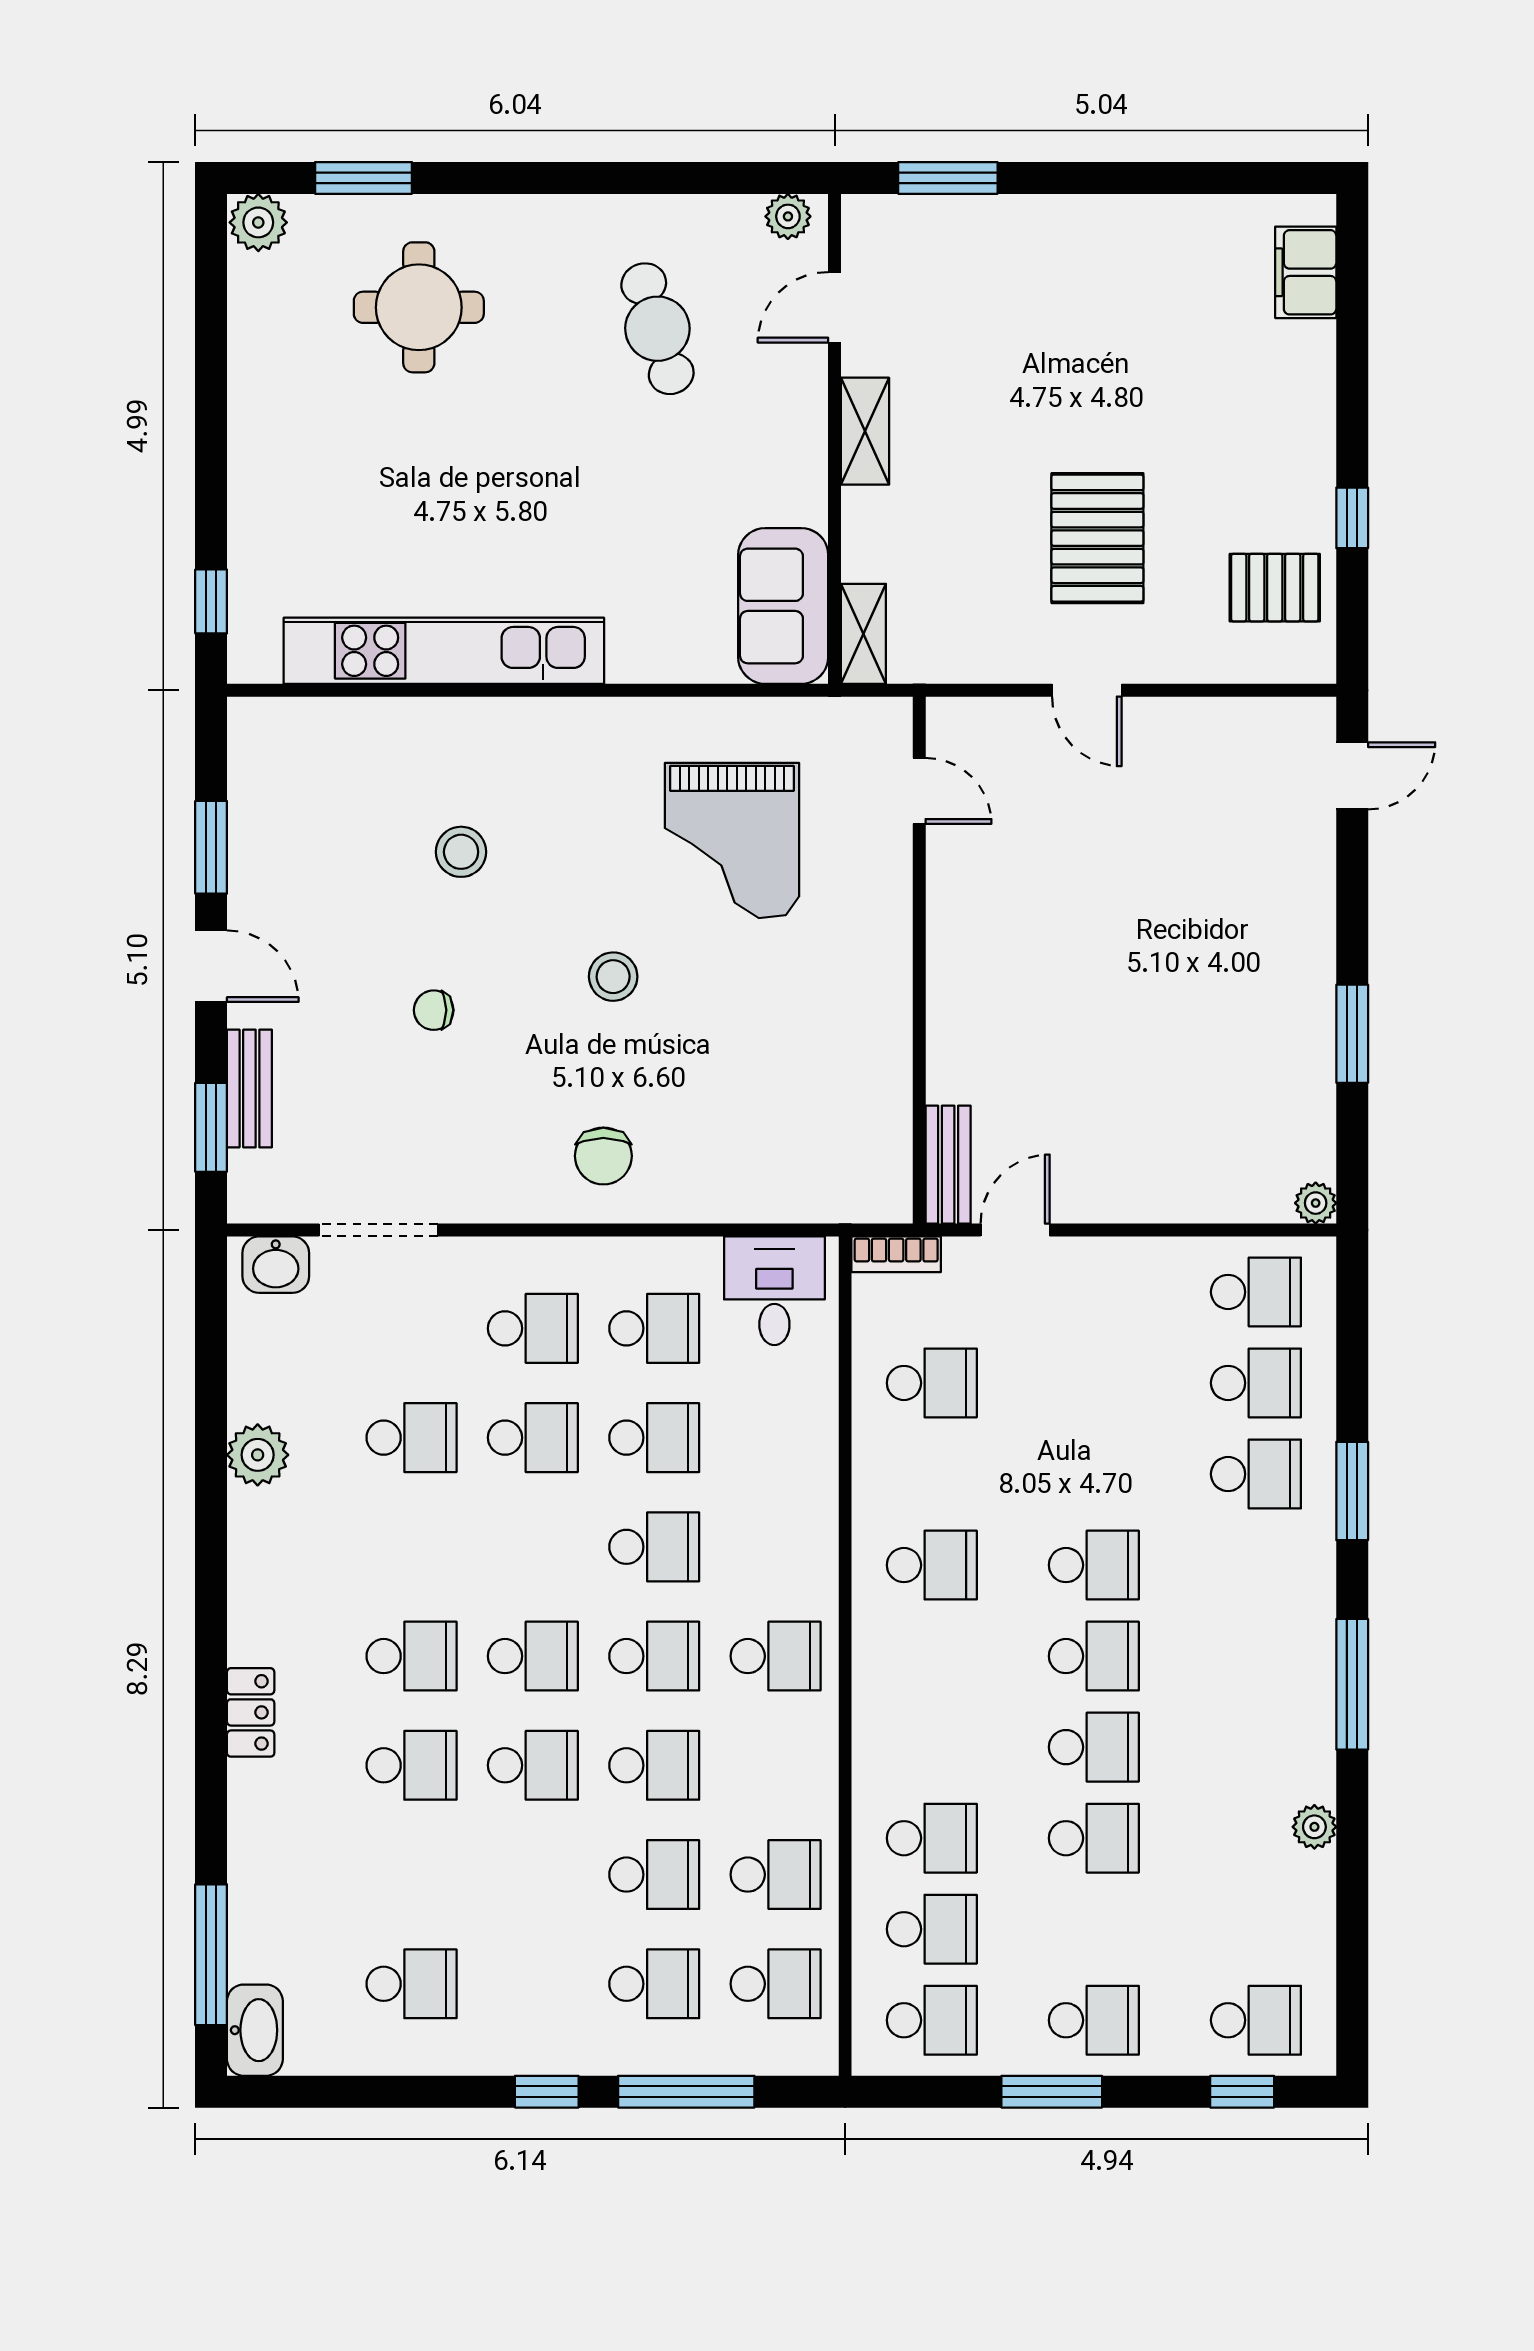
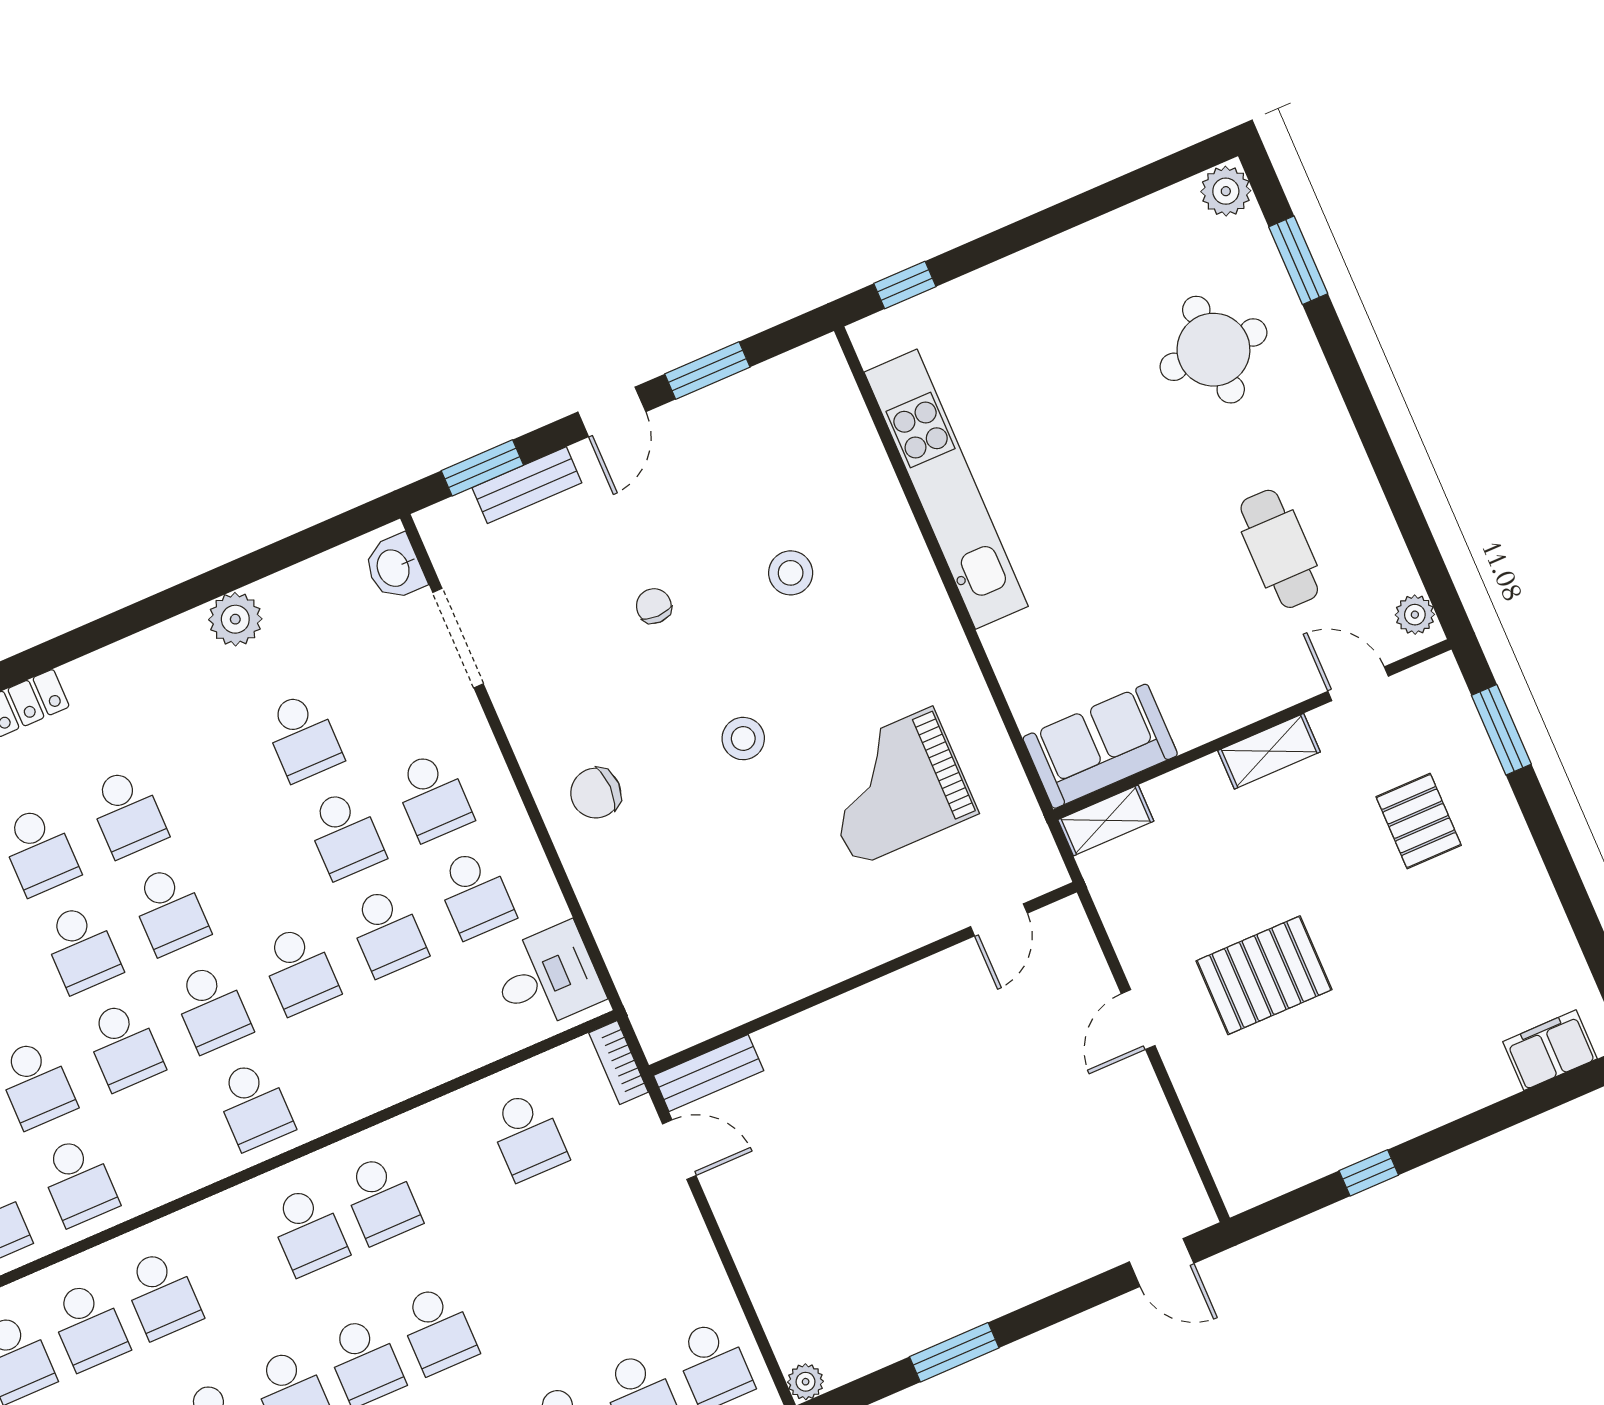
cafe table: (657, 329) -> (1279, 549), turned -73
pallet: (1275, 588) -> (1419, 821), moved
school desk: (932, 1656) -> (308, 1231), added

